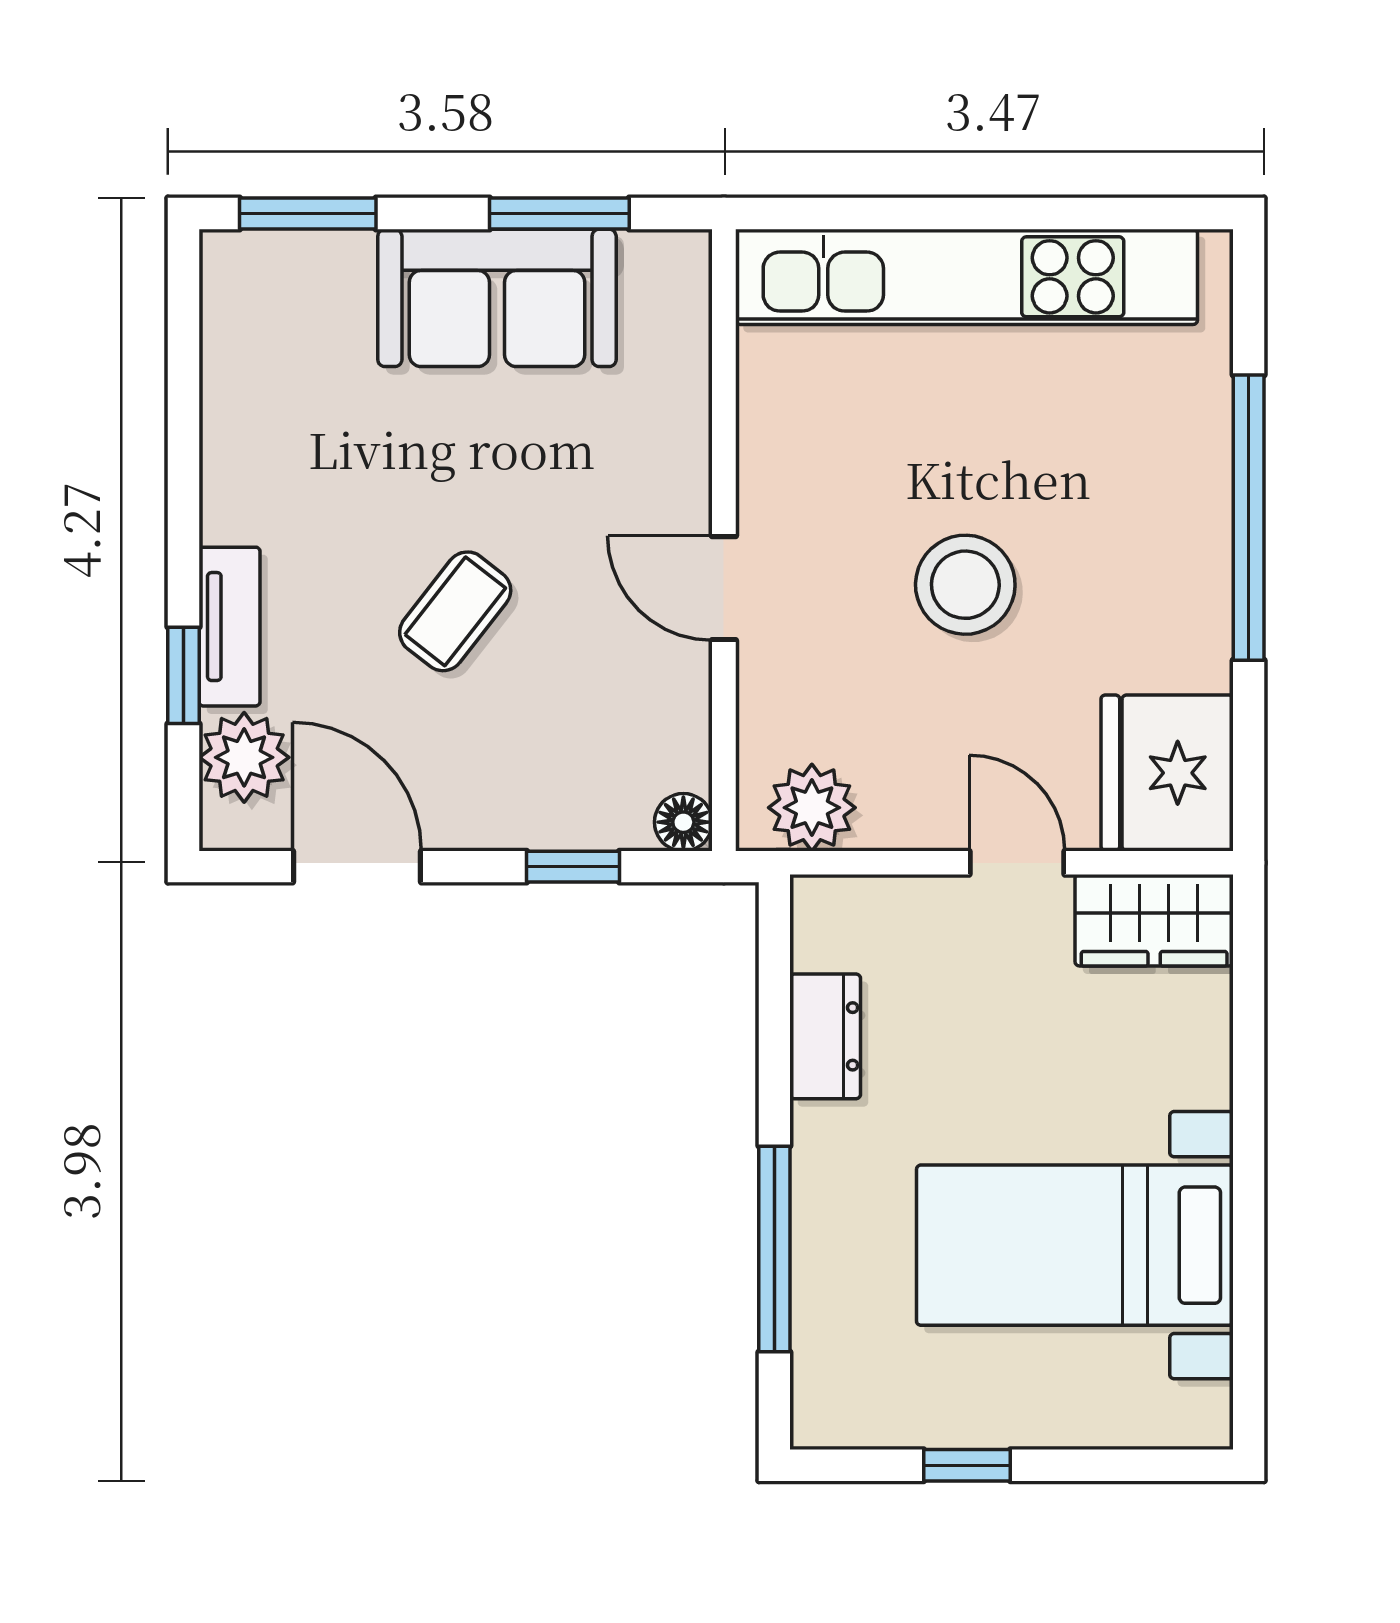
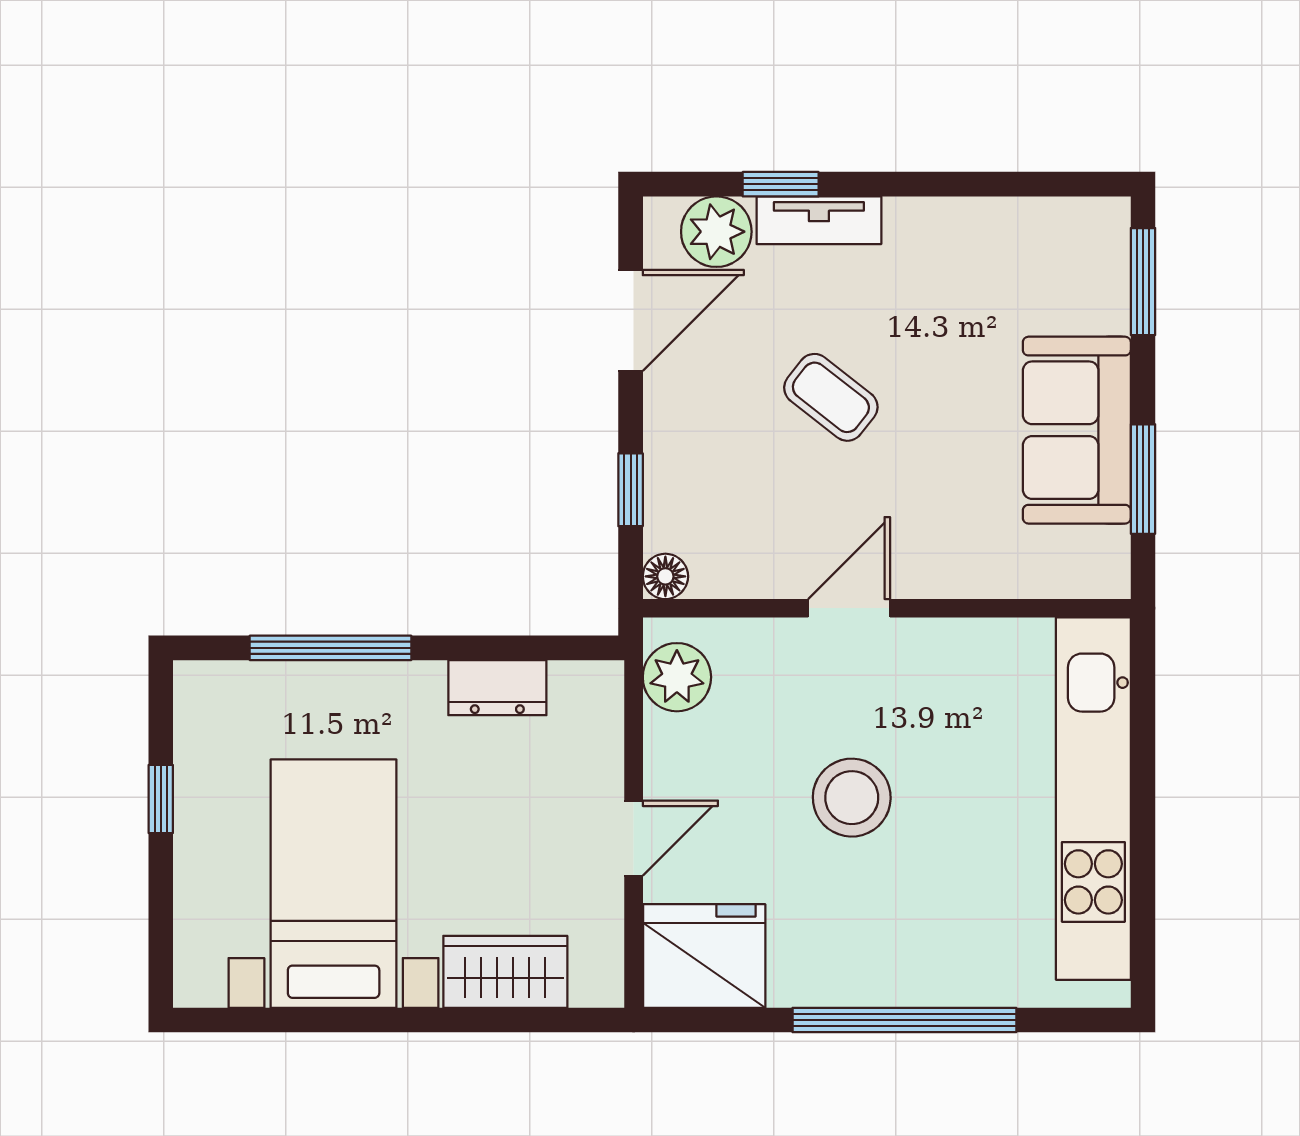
wardrobe: (1154, 920) -> (505, 972), moved, turned 90

